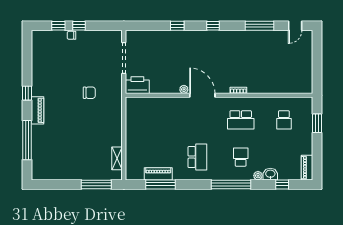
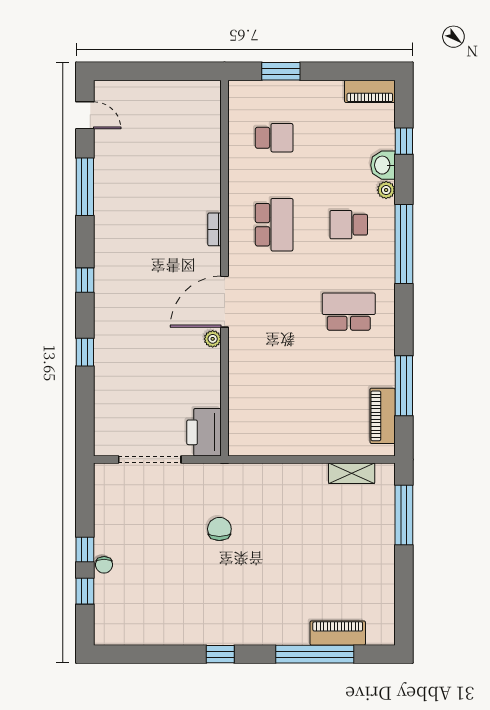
piano: (37, 110) -> (338, 633), moved
piano: (158, 174) -> (383, 416), moved

